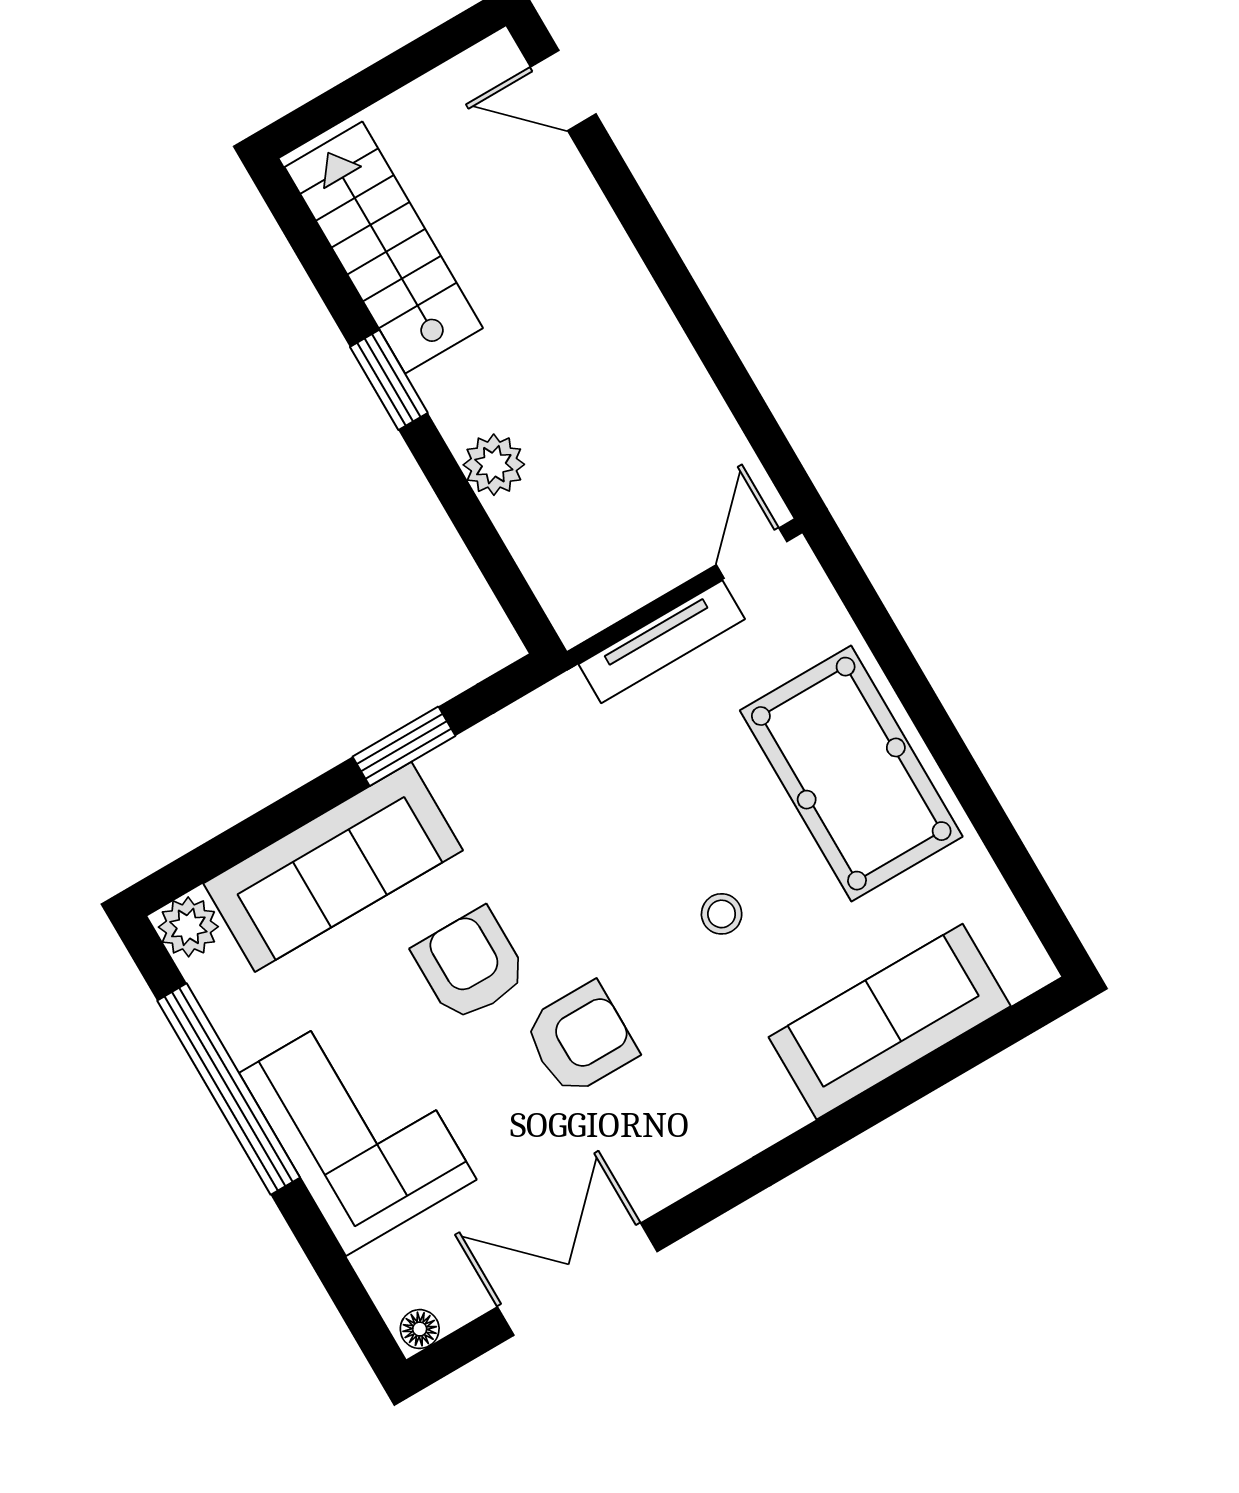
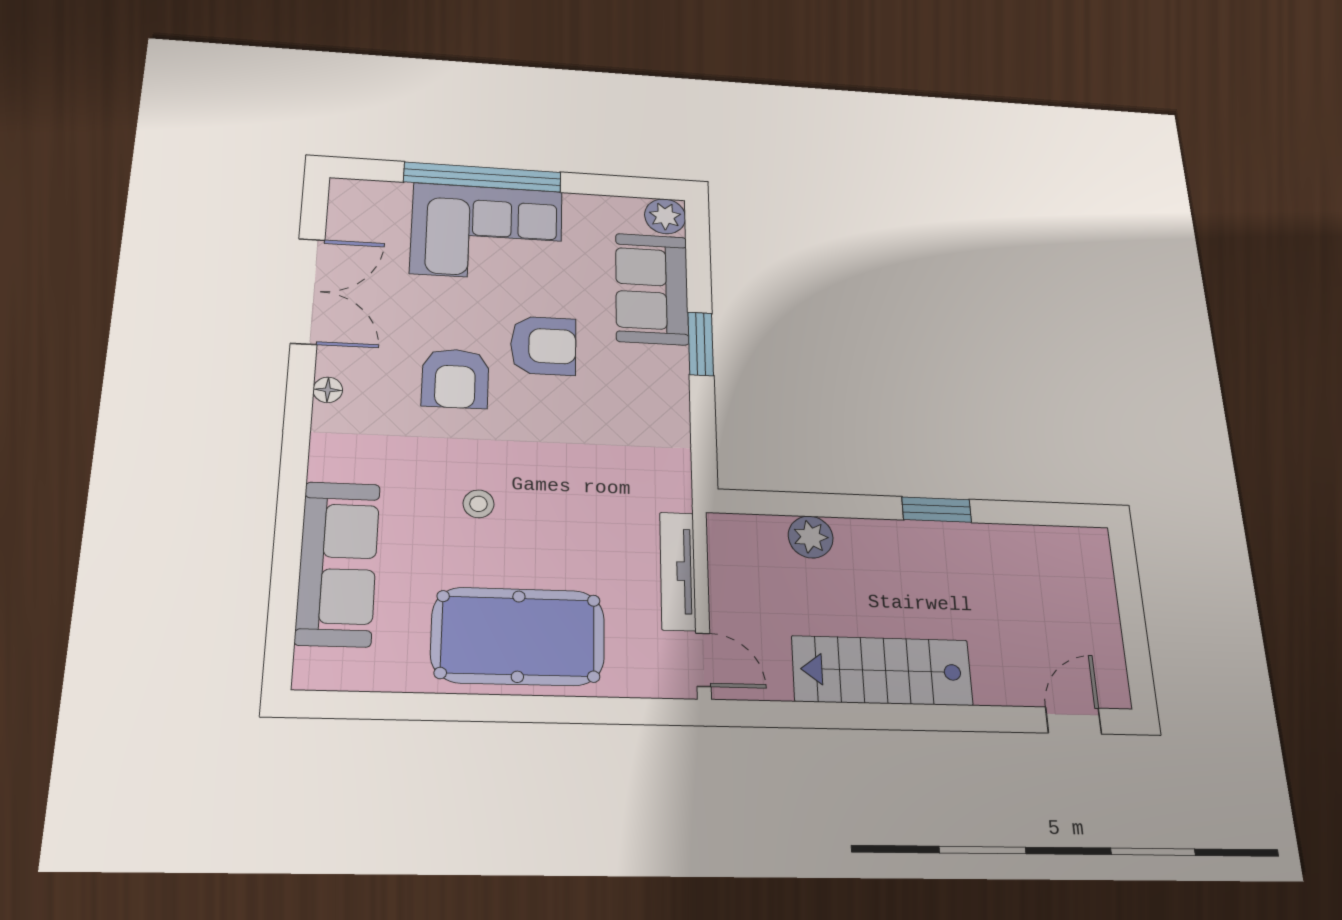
stairs: (384, 248) -> (882, 671), moved, turned 180
plant: (494, 465) -> (811, 537), moved
window: (404, 746) -> (701, 344), moved
sofa: (333, 867) -> (652, 289), width x0.73
window: (229, 1089) -> (483, 177), moved
floor lamp: (420, 1329) -> (328, 390), moved

